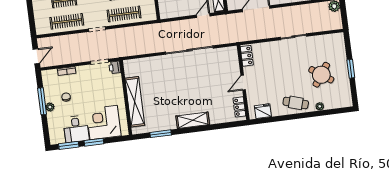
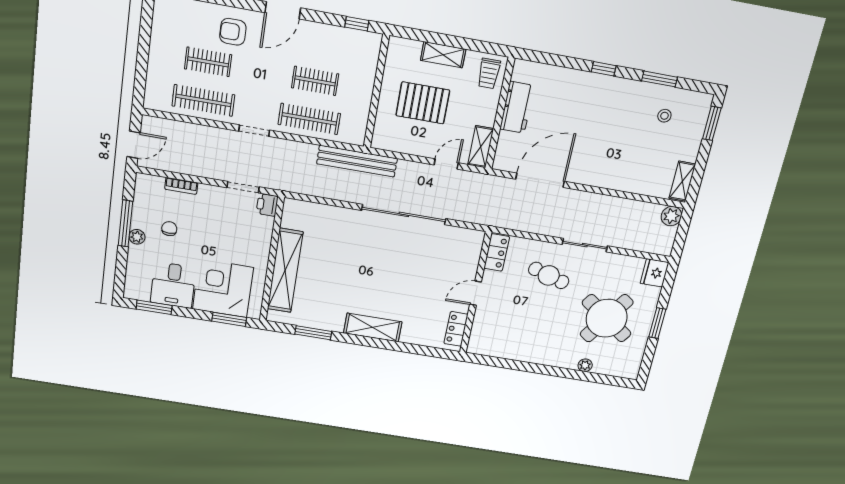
bench: (156, 29) -> (357, 161), added
round table: (321, 75) -> (607, 318), width x1.36, depth x1.36
cafe table: (296, 103) -> (549, 275), moved
fridge: (263, 111) -> (655, 273), moved, turned -90
window: (94, 142) -> (229, 319), moved

